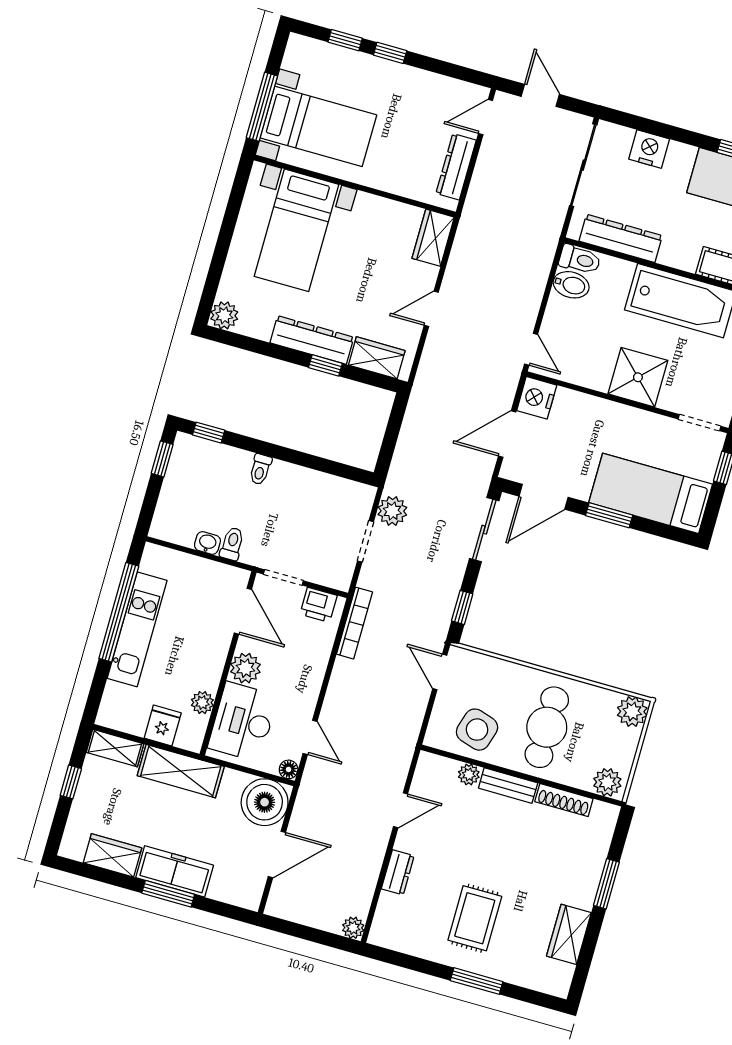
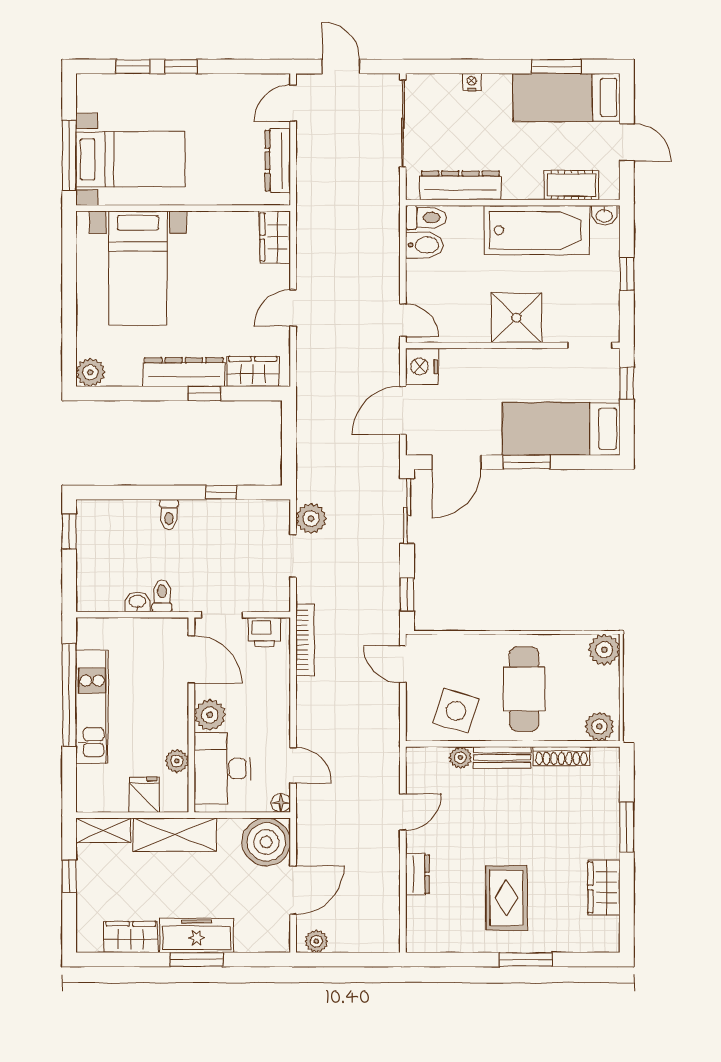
nightstand: (649, 149) -> (472, 82), width x0.53, depth x0.56
window: (209, 433) -> (221, 492), moved
plant: (353, 928) -> (316, 941), moved

